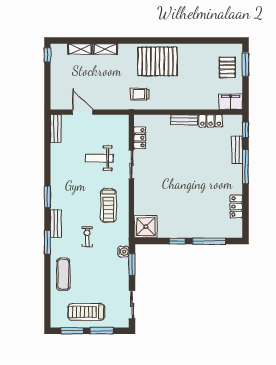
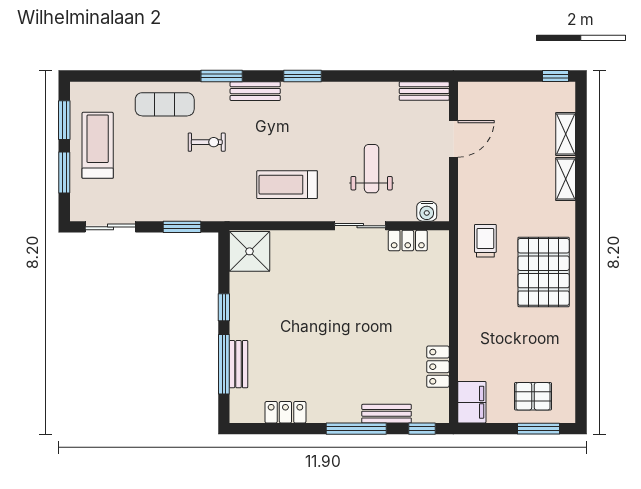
bench: (184, 120) -> (239, 364), moved
exercise bike: (87, 237) -> (207, 142), moved
water cooler: (123, 252) -> (427, 211), moved

